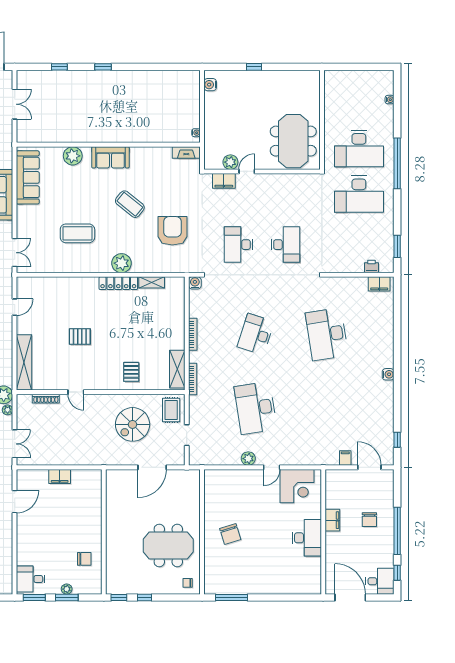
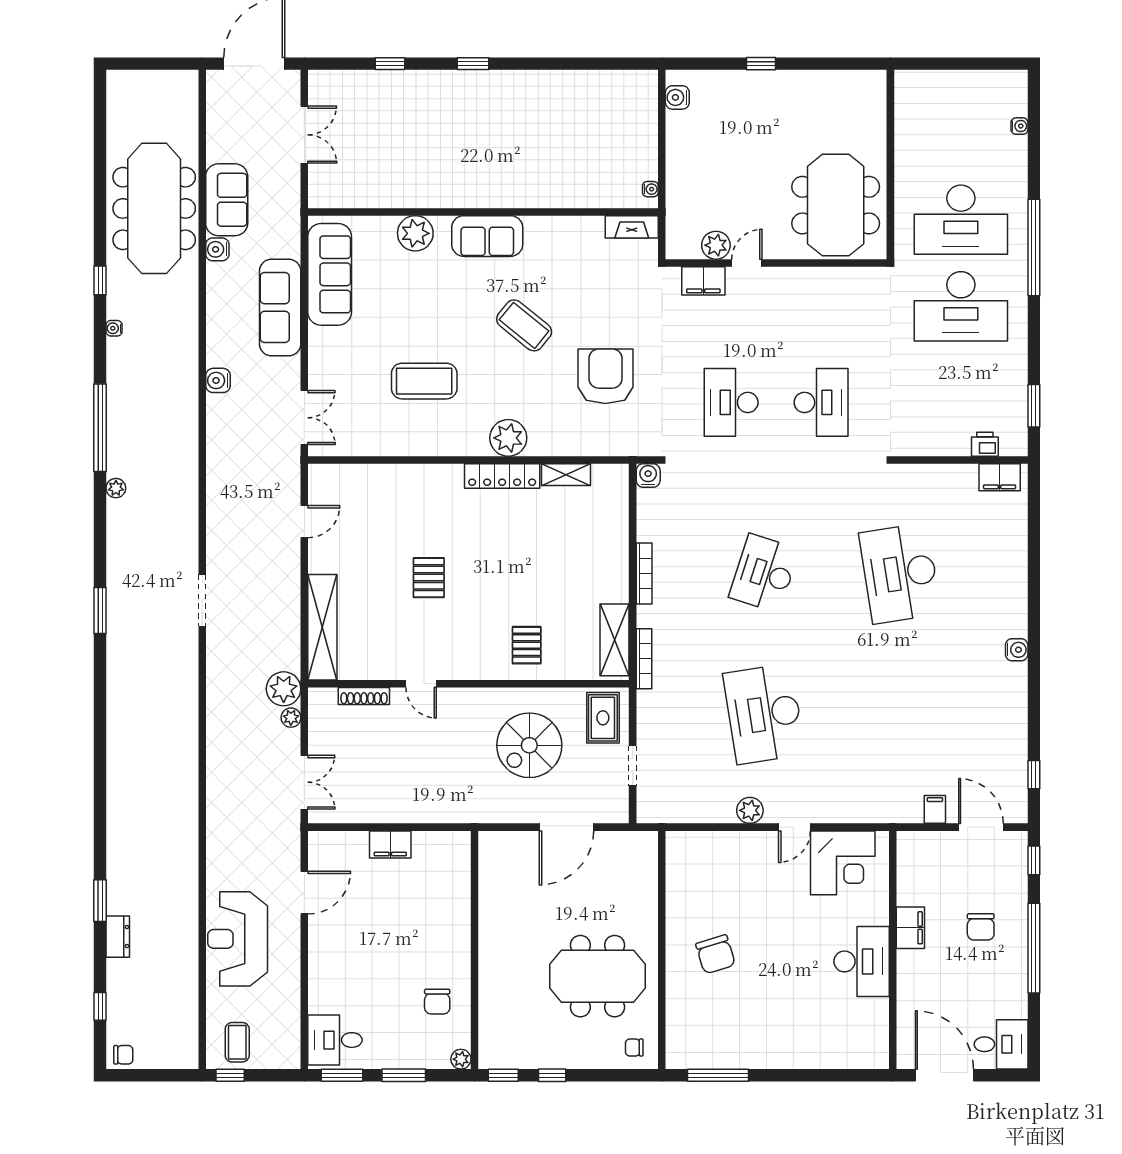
pallet: (80, 336) -> (429, 578), turned 90
chair: (84, 559) -> (437, 1002), turned 90
window: (397, 573) -> (1034, 860), moved
plant: (67, 589) -> (461, 1059), moved

